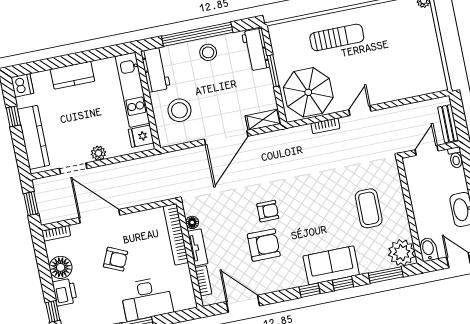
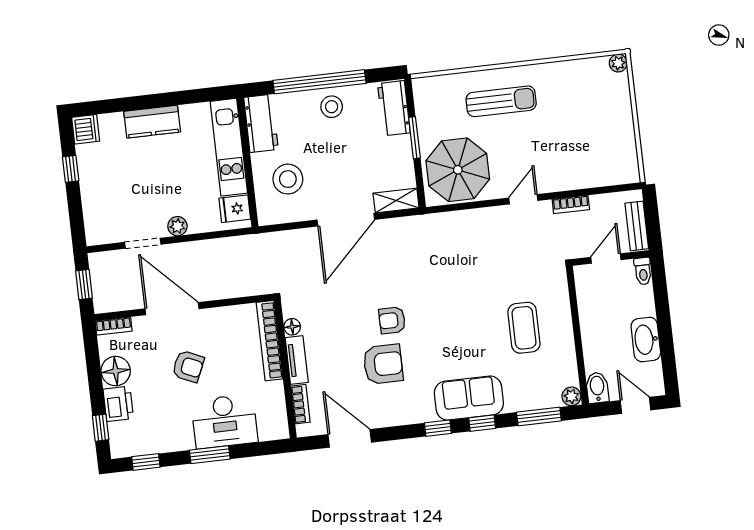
bookcase: (325, 126) -> (571, 204), moved
kitchen counter: (33, 137) -> (94, 198), removed
armchair: (268, 211) -> (392, 320), turned 180
plant: (402, 253) -> (571, 396), width x0.53, depth x0.53

